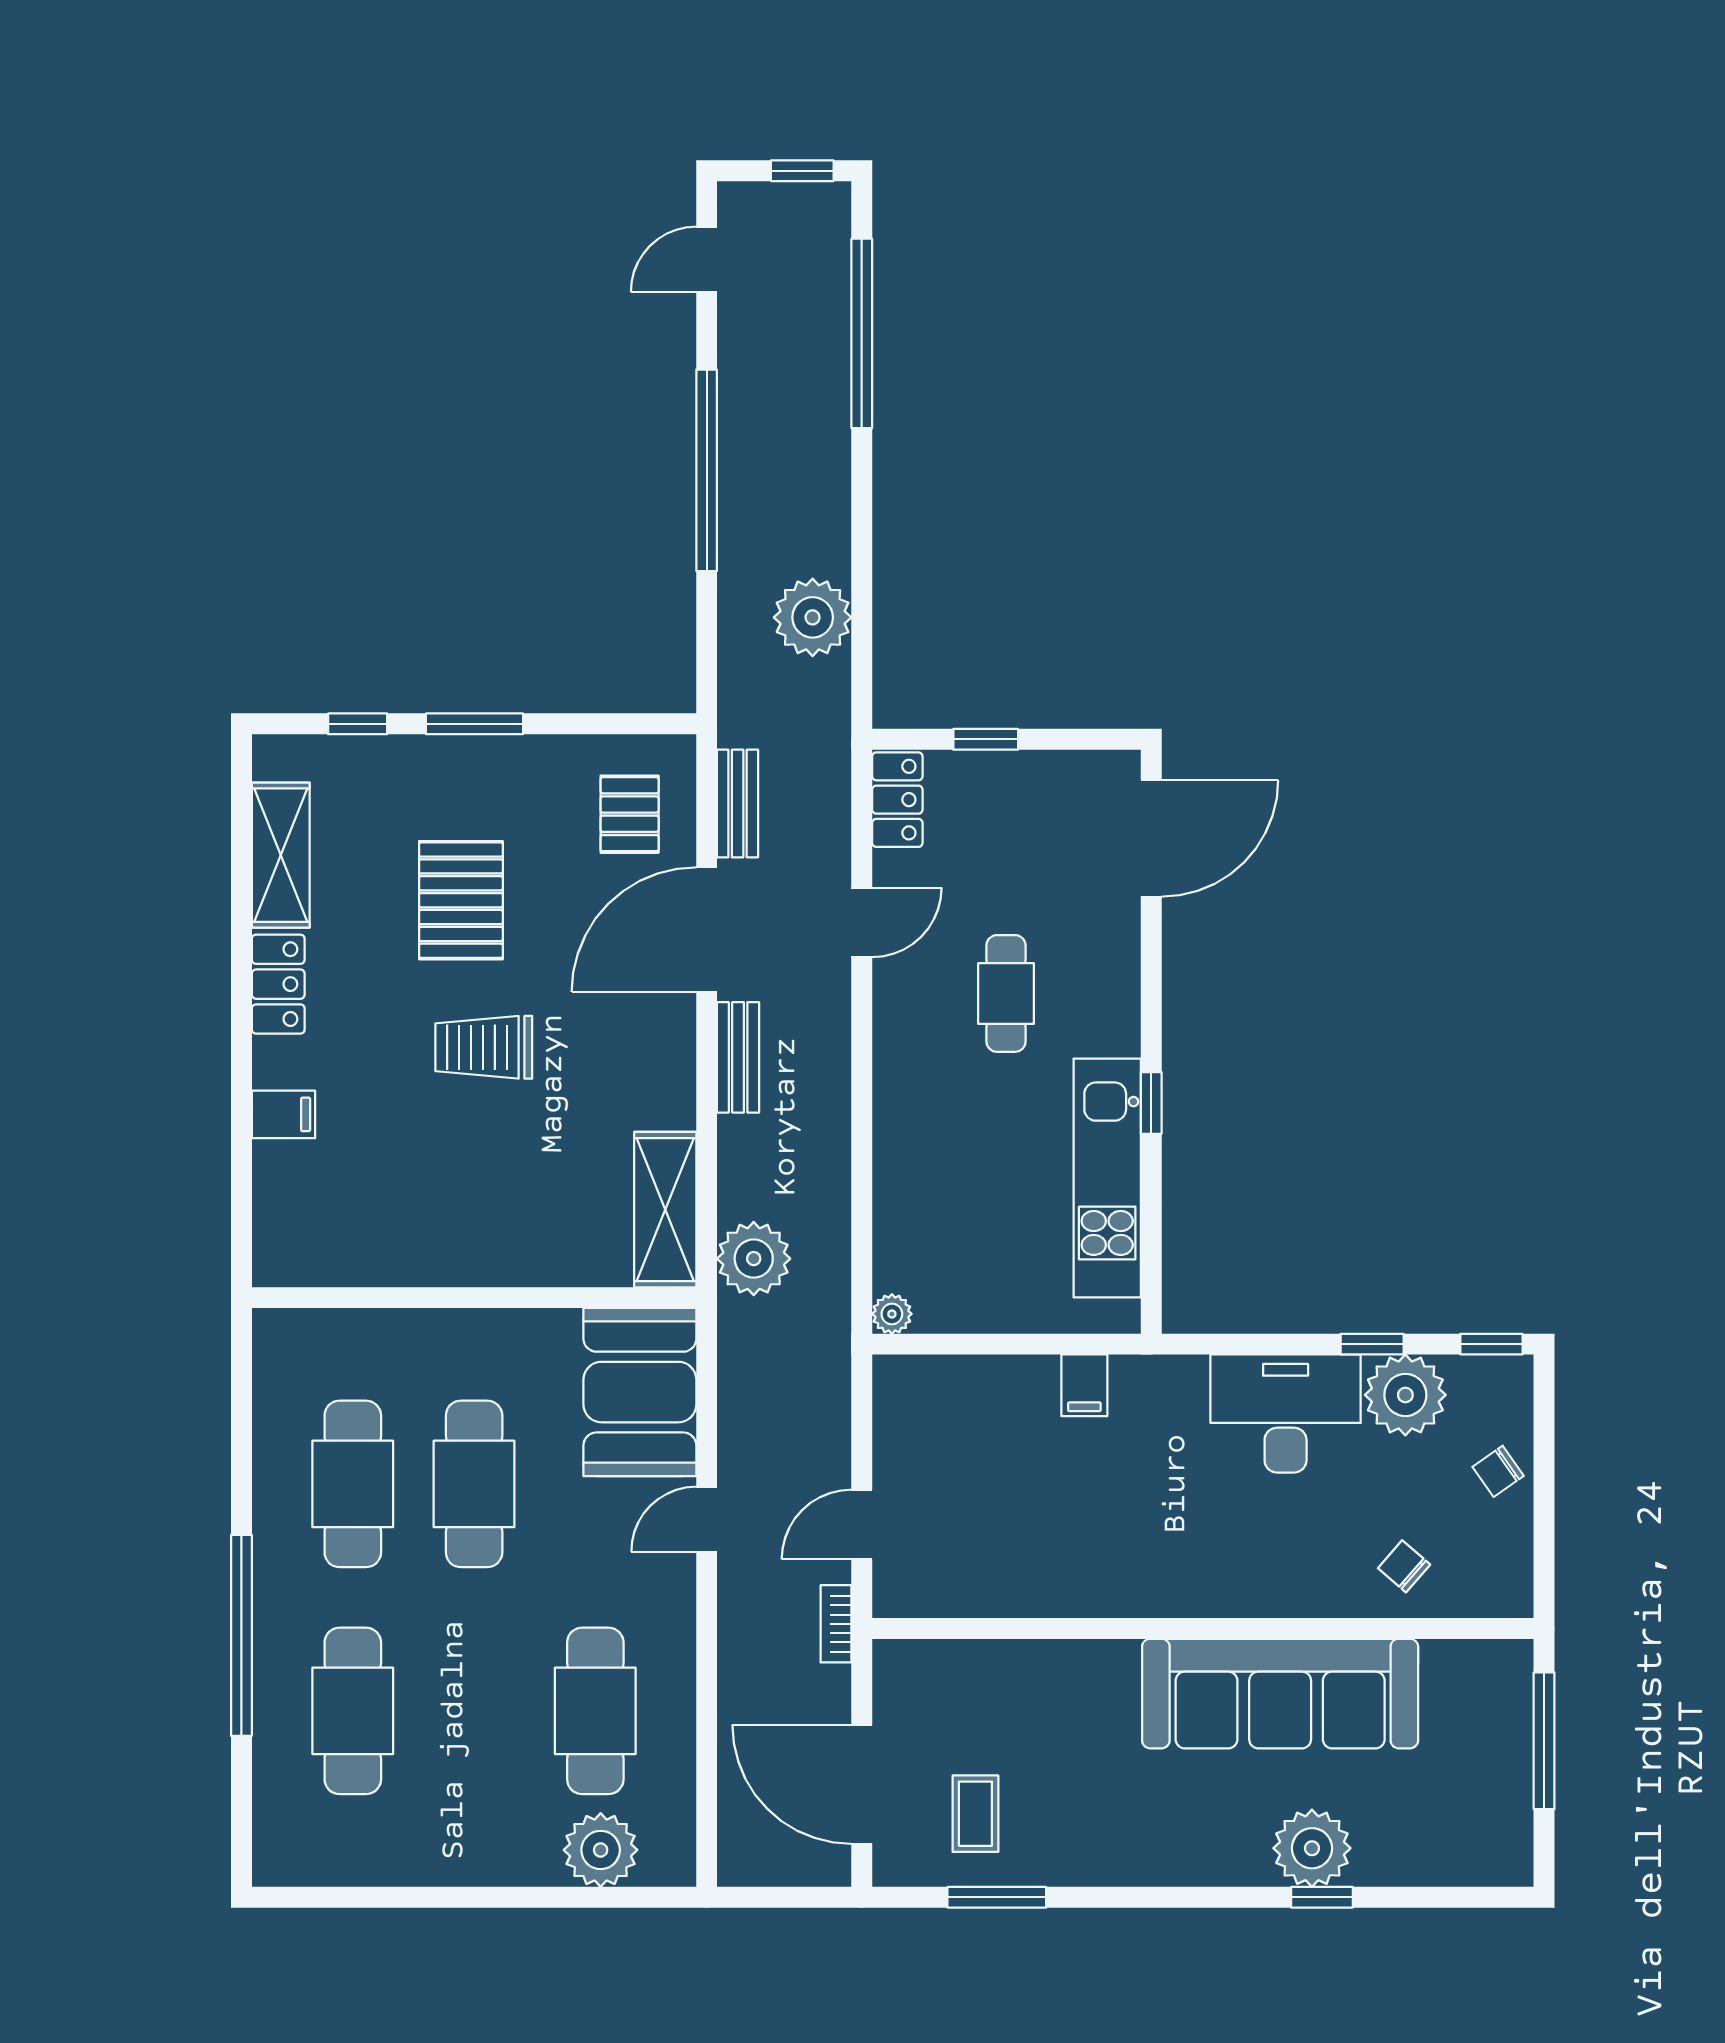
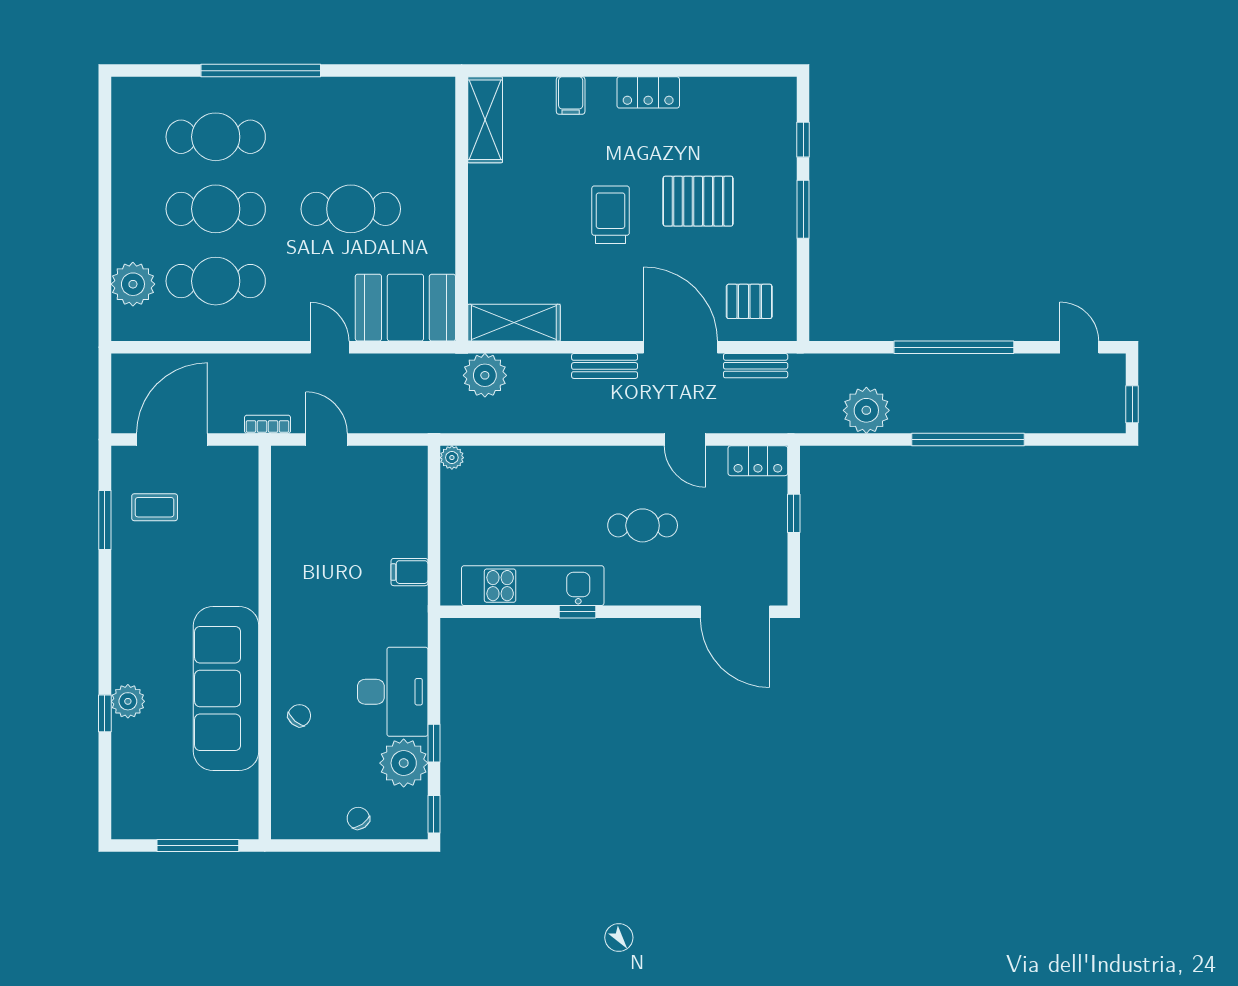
window: (862, 333) -> (968, 440), moved
shelving: (281, 855) -> (485, 120), moved, turned 90
cafe table: (353, 1484) -> (216, 209), moved
chair: (1404, 1566) -> (299, 716), moved
plant: (1312, 1848) -> (128, 701), width x0.73, depth x0.73

